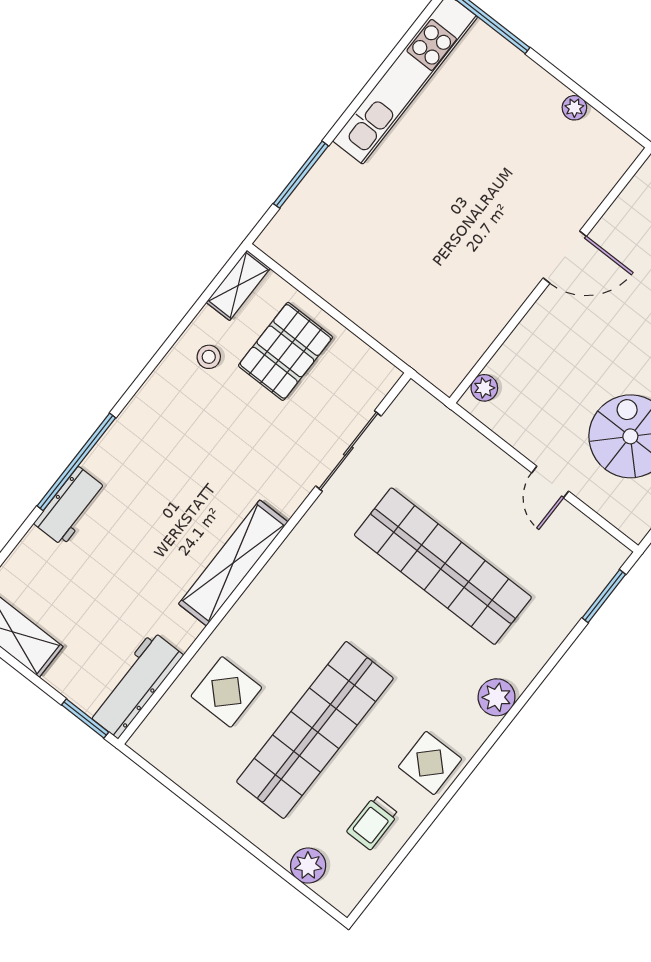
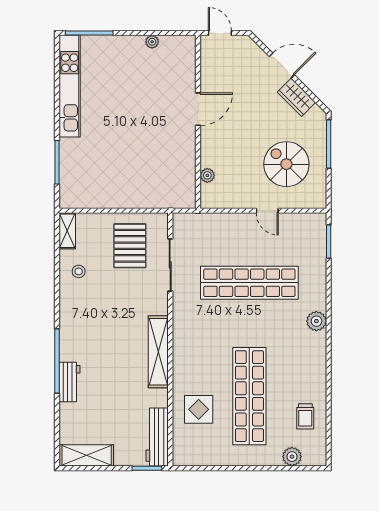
pallet: (285, 351) -> (130, 246), moved
plant: (484, 388) -> (207, 175), moved
display table: (430, 763) -> (310, 372), removed

